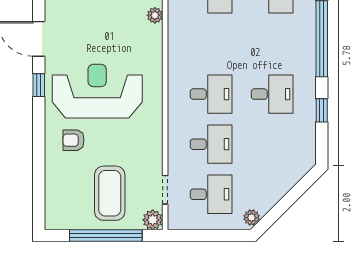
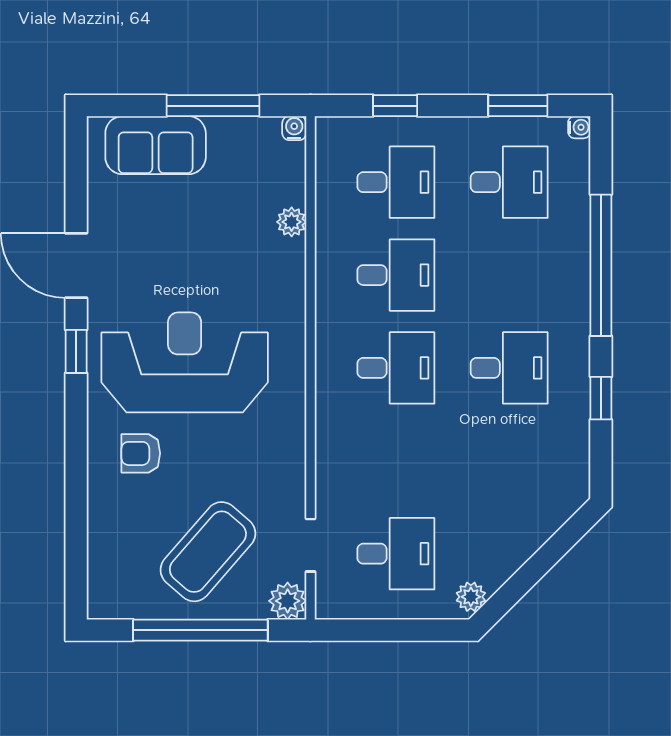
desk: (211, 144) -> (396, 275), moved
coffee table: (110, 193) -> (208, 552), turned 41

